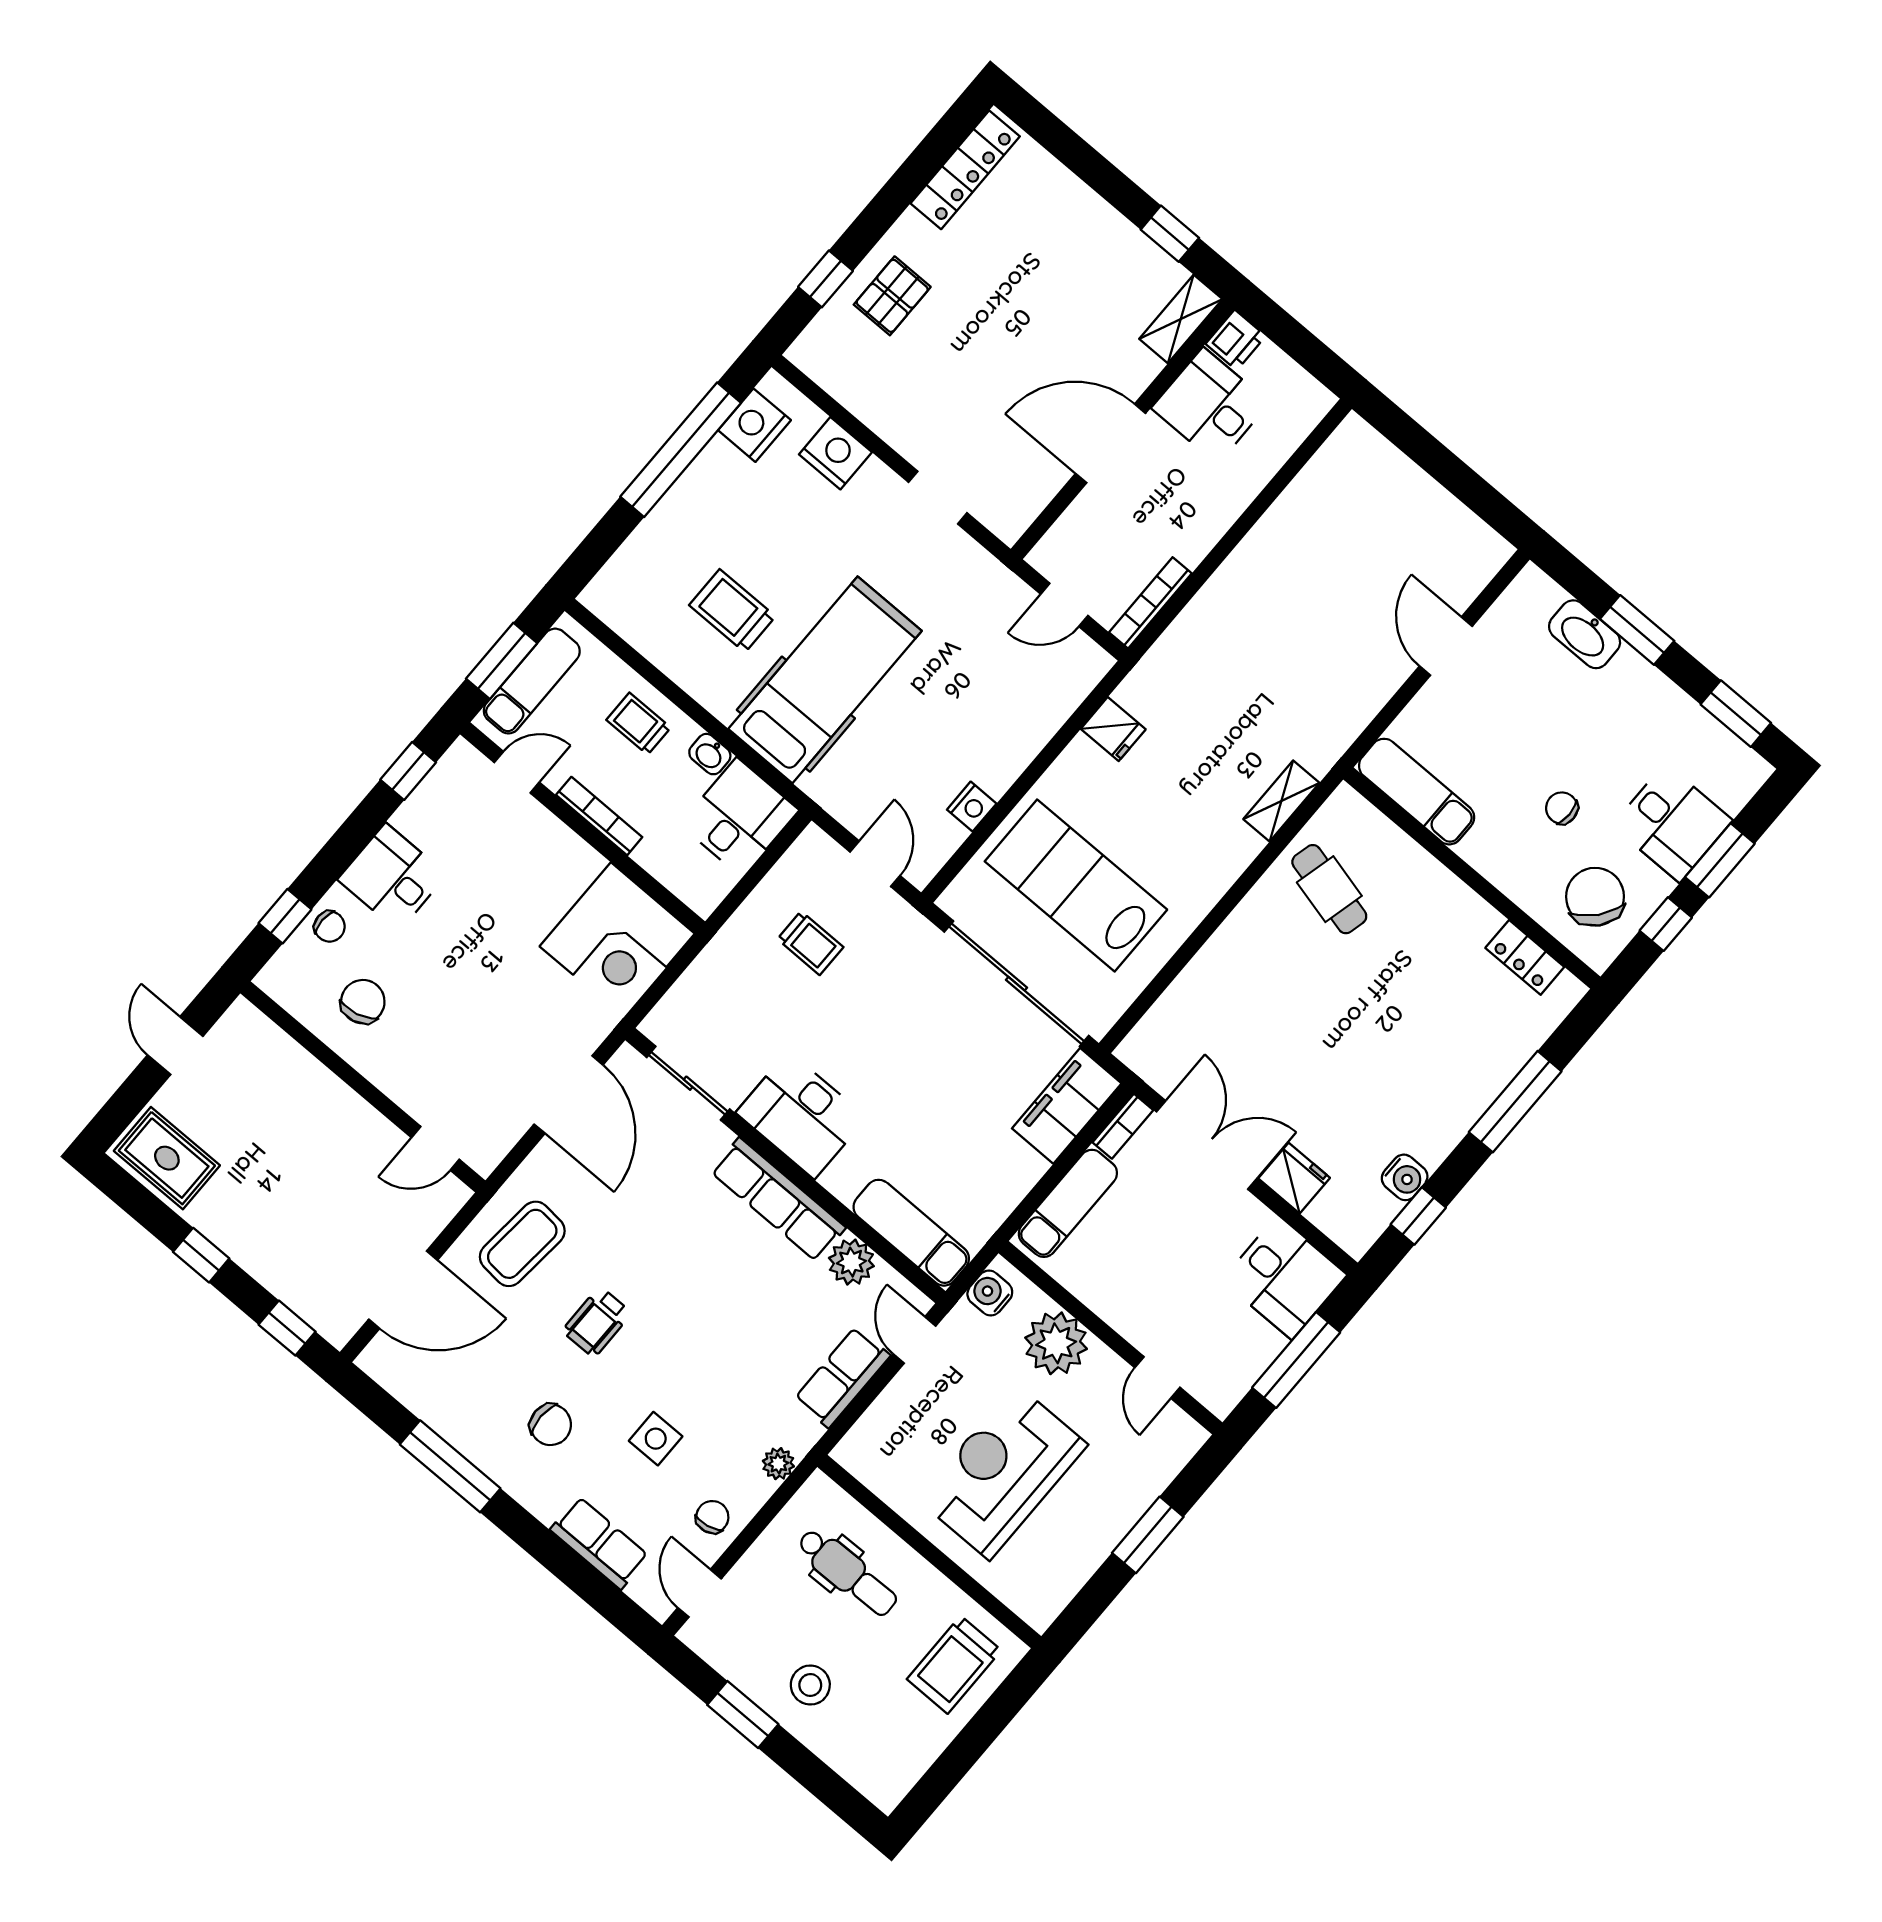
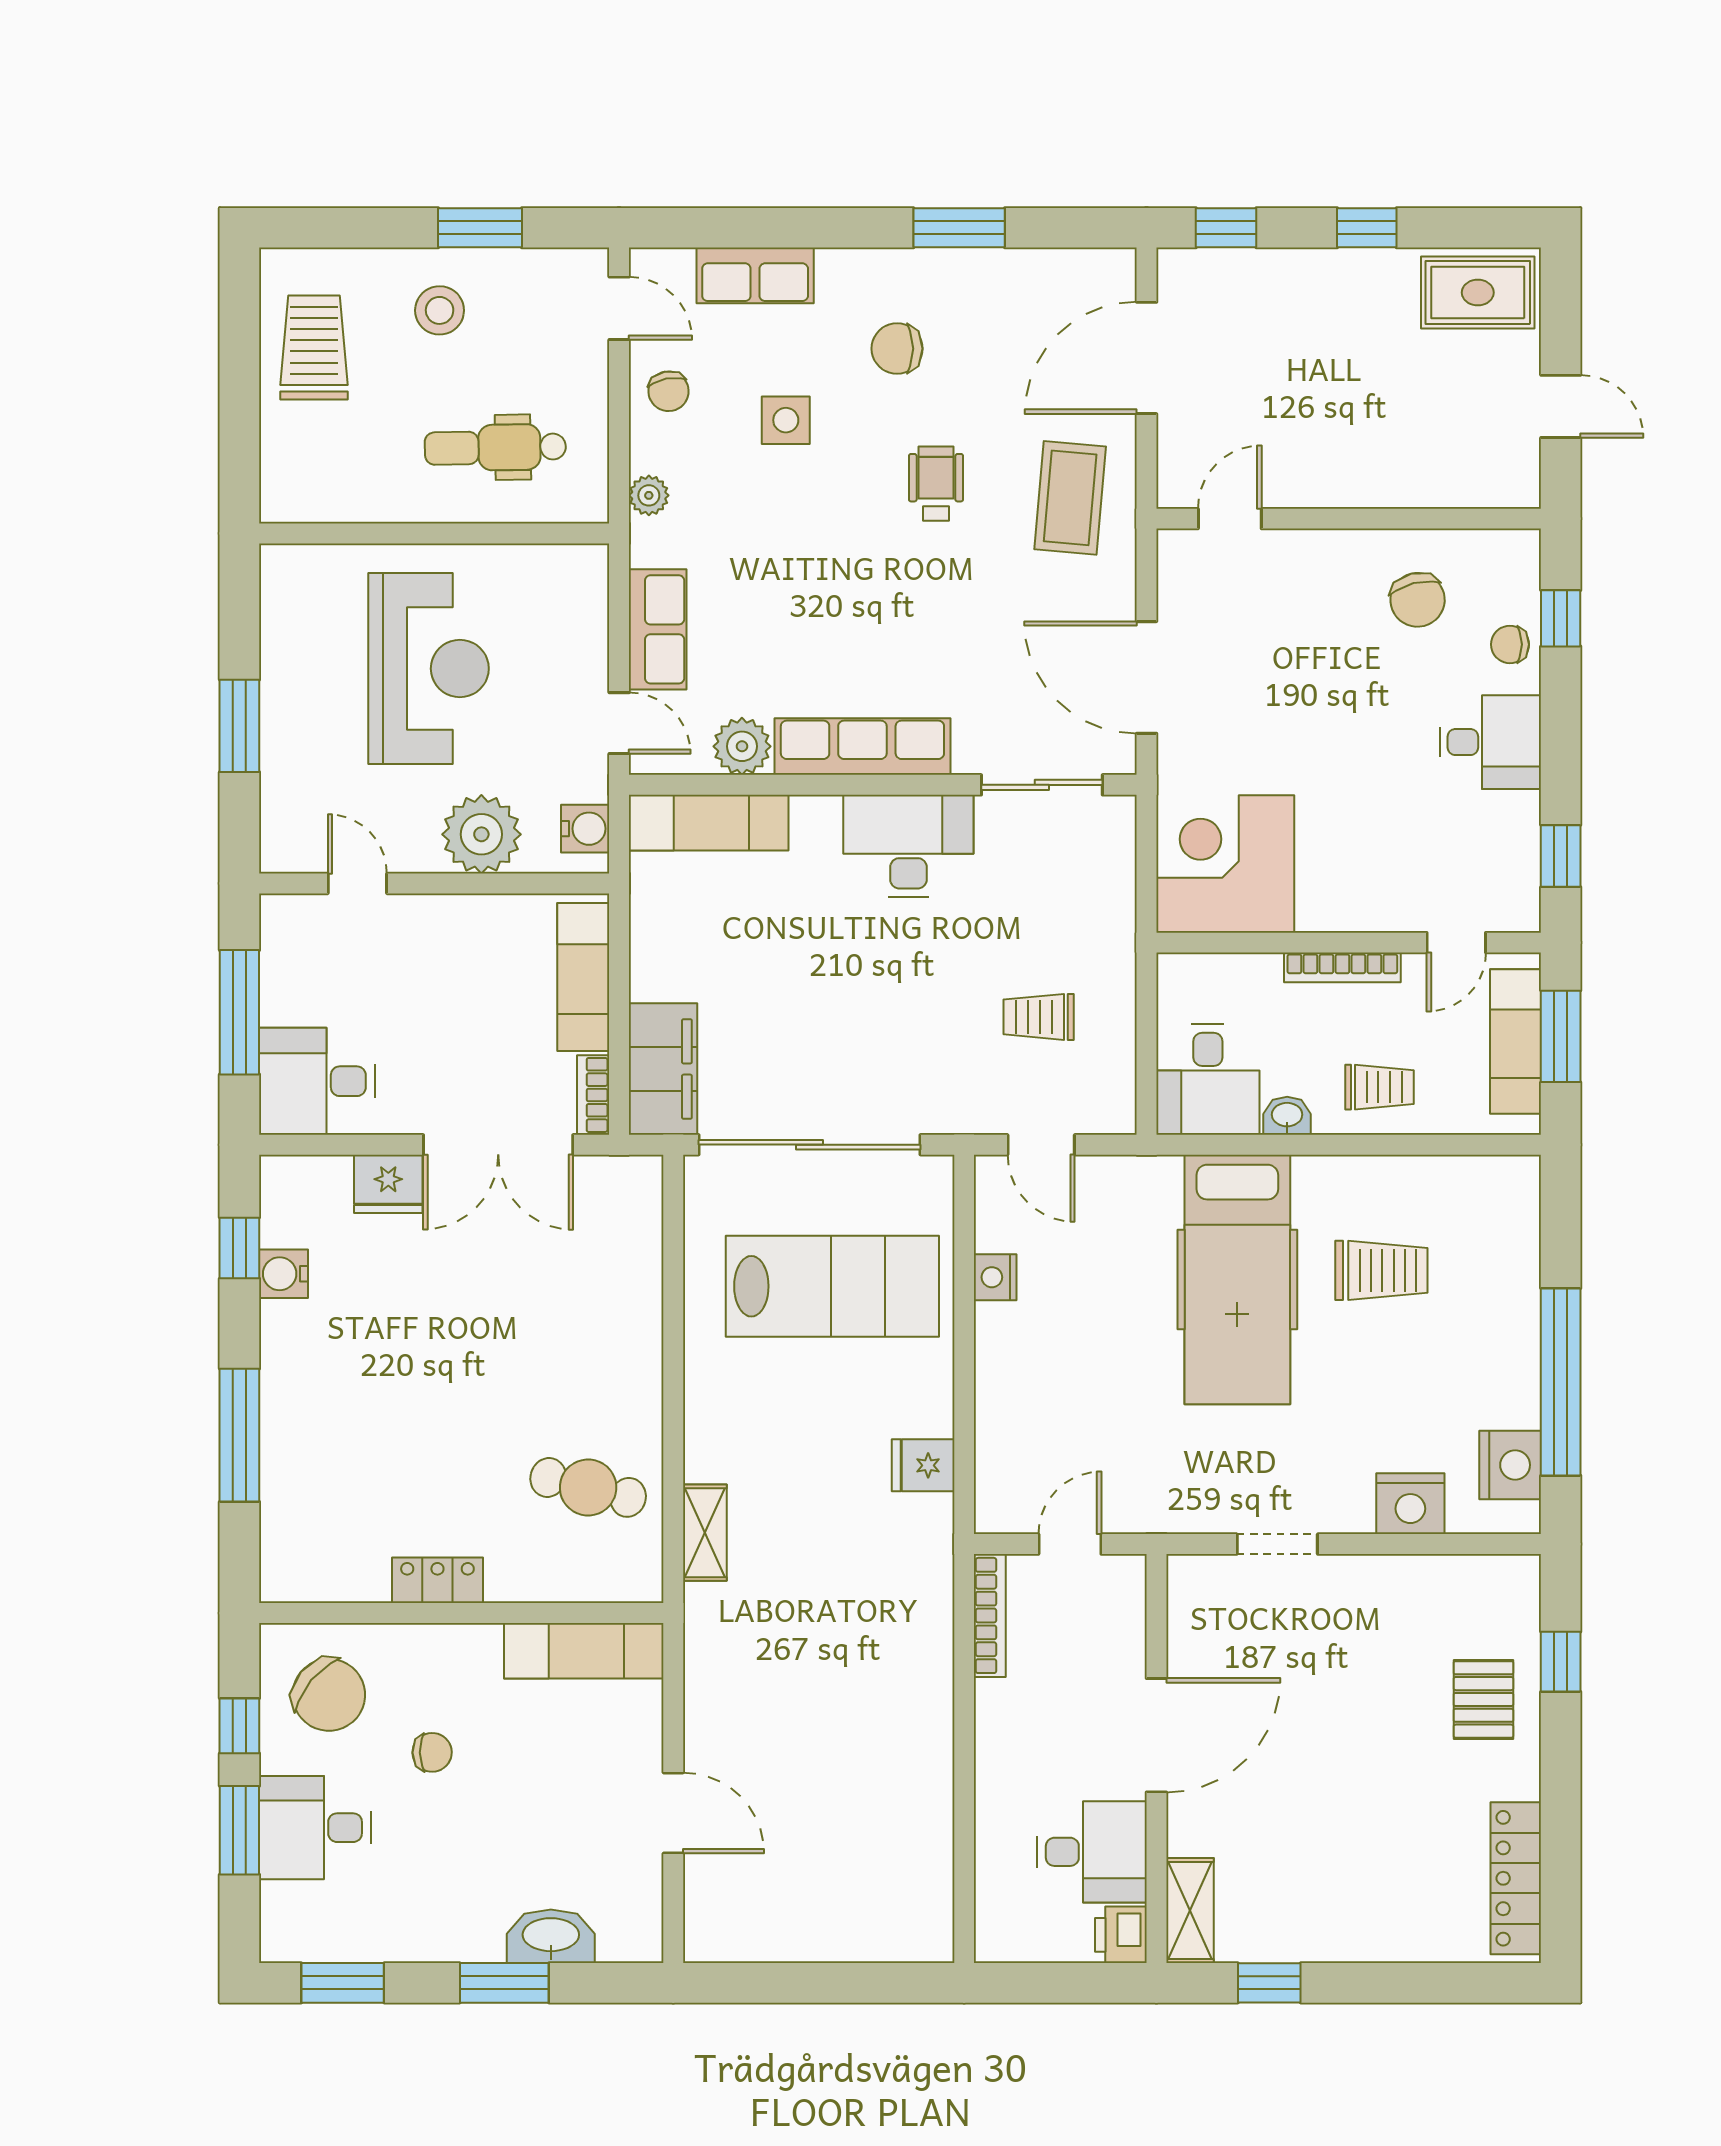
locker: (1525, 957) -> (437, 1580), moved
window: (450, 1466) -> (959, 228), width x0.69
trolley: (954, 1665) -> (314, 348), moved

